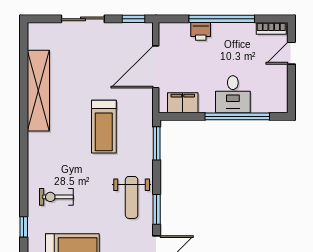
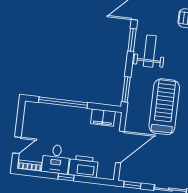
window: (222, 19) -> (66, 177), width x0.32
printer: (201, 31) -> (83, 166), width x1.87, depth x1.48
desk: (233, 94) -> (56, 159), moved, turned 180
treadmill: (104, 127) -> (164, 107), width x1.37, depth x1.38

